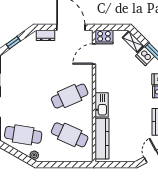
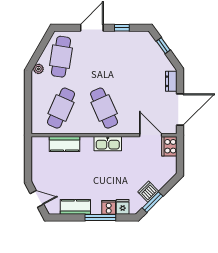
shelving: (133, 42) -> (164, 178), removed
kitchen sink: (102, 105) -> (108, 144), moved
kitchen counter: (102, 139) -> (64, 144), width x0.67

